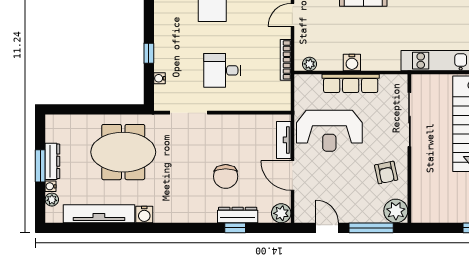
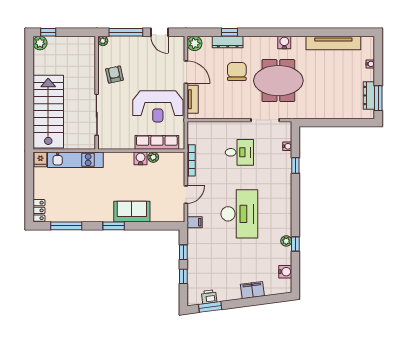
plant: (309, 64) -> (153, 157), moved
row of seats: (351, 83) -> (157, 142), moved
reception desk: (329, 131) -> (158, 106), turned 180
meeting table: (123, 152) -> (278, 81), moved
dresser: (52, 161) -> (369, 95), moved
window: (40, 166) -> (378, 98), moved
plant: (52, 200) -> (369, 54), removed
plant: (396, 211) -> (103, 41), width x0.53, depth x0.53
water cooler: (144, 215) -> (284, 42), moved

